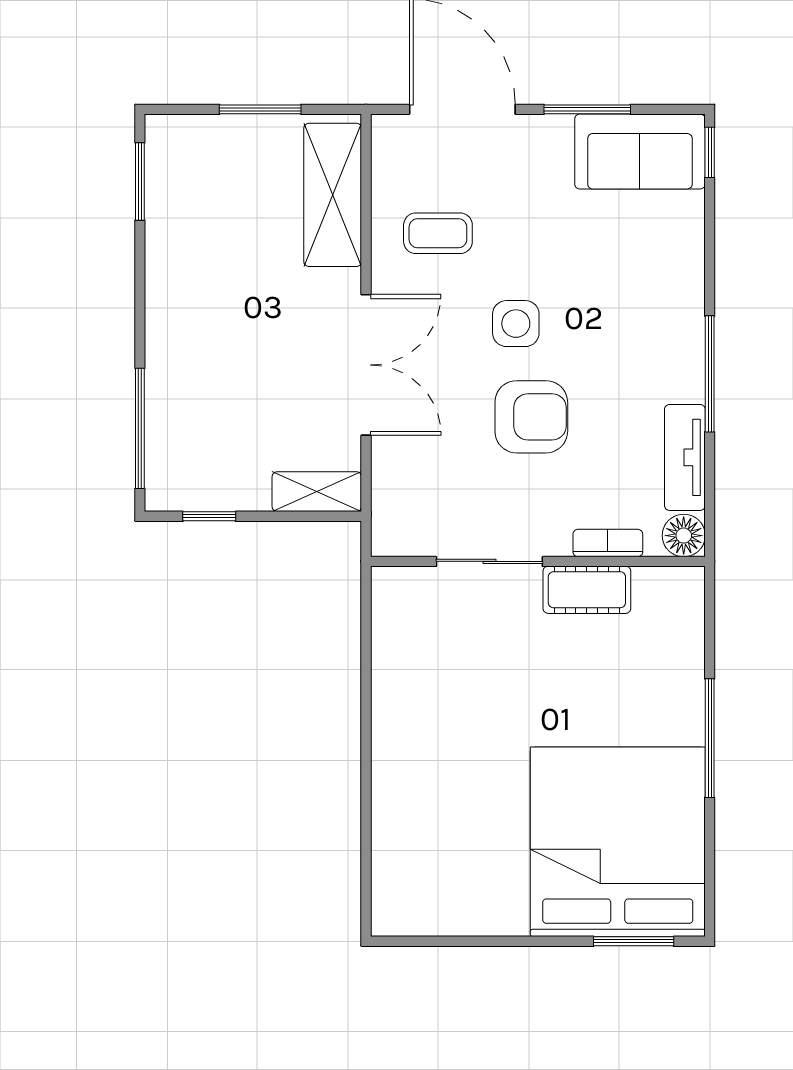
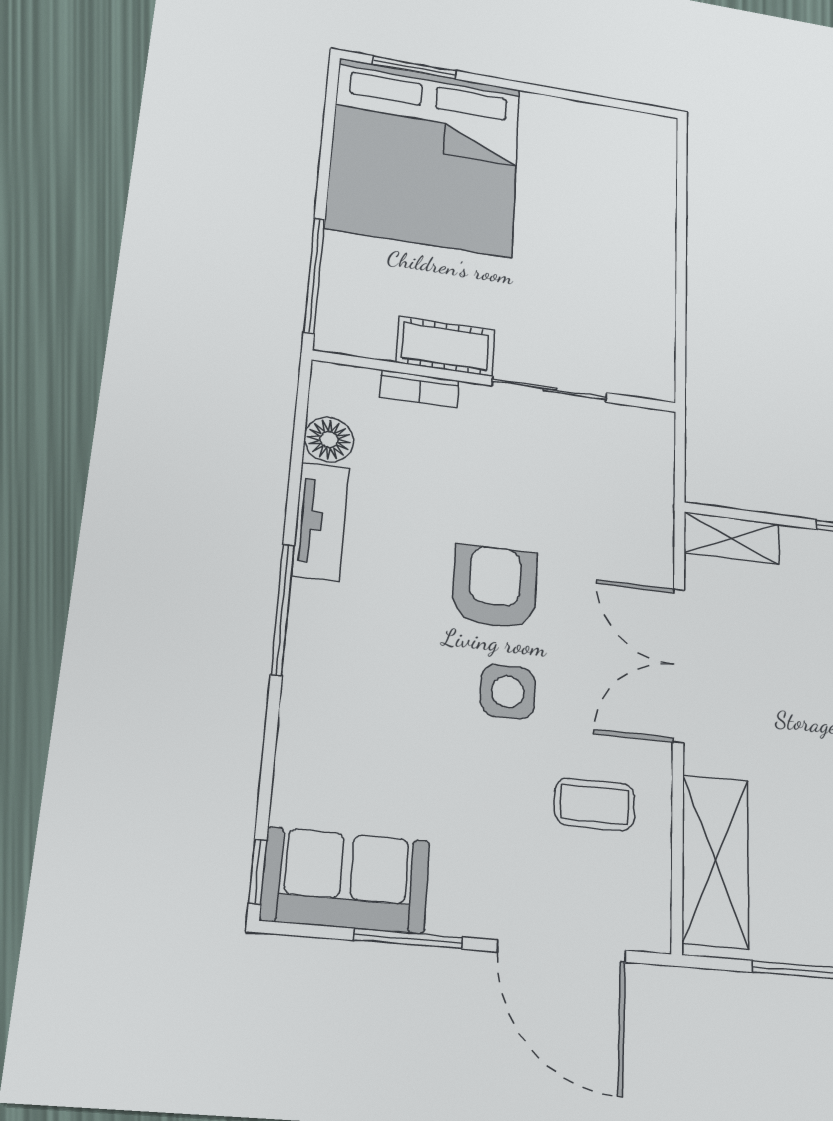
armchair: (531, 417) -> (495, 587), turned 90
bookcase: (608, 543) -> (419, 389), moved
sliding door: (489, 561) -> (550, 389), moved
wall: (538, 561) -> (497, 382), moved
cot: (587, 590) -> (446, 346), moved
window: (710, 738) -> (314, 275), moved

